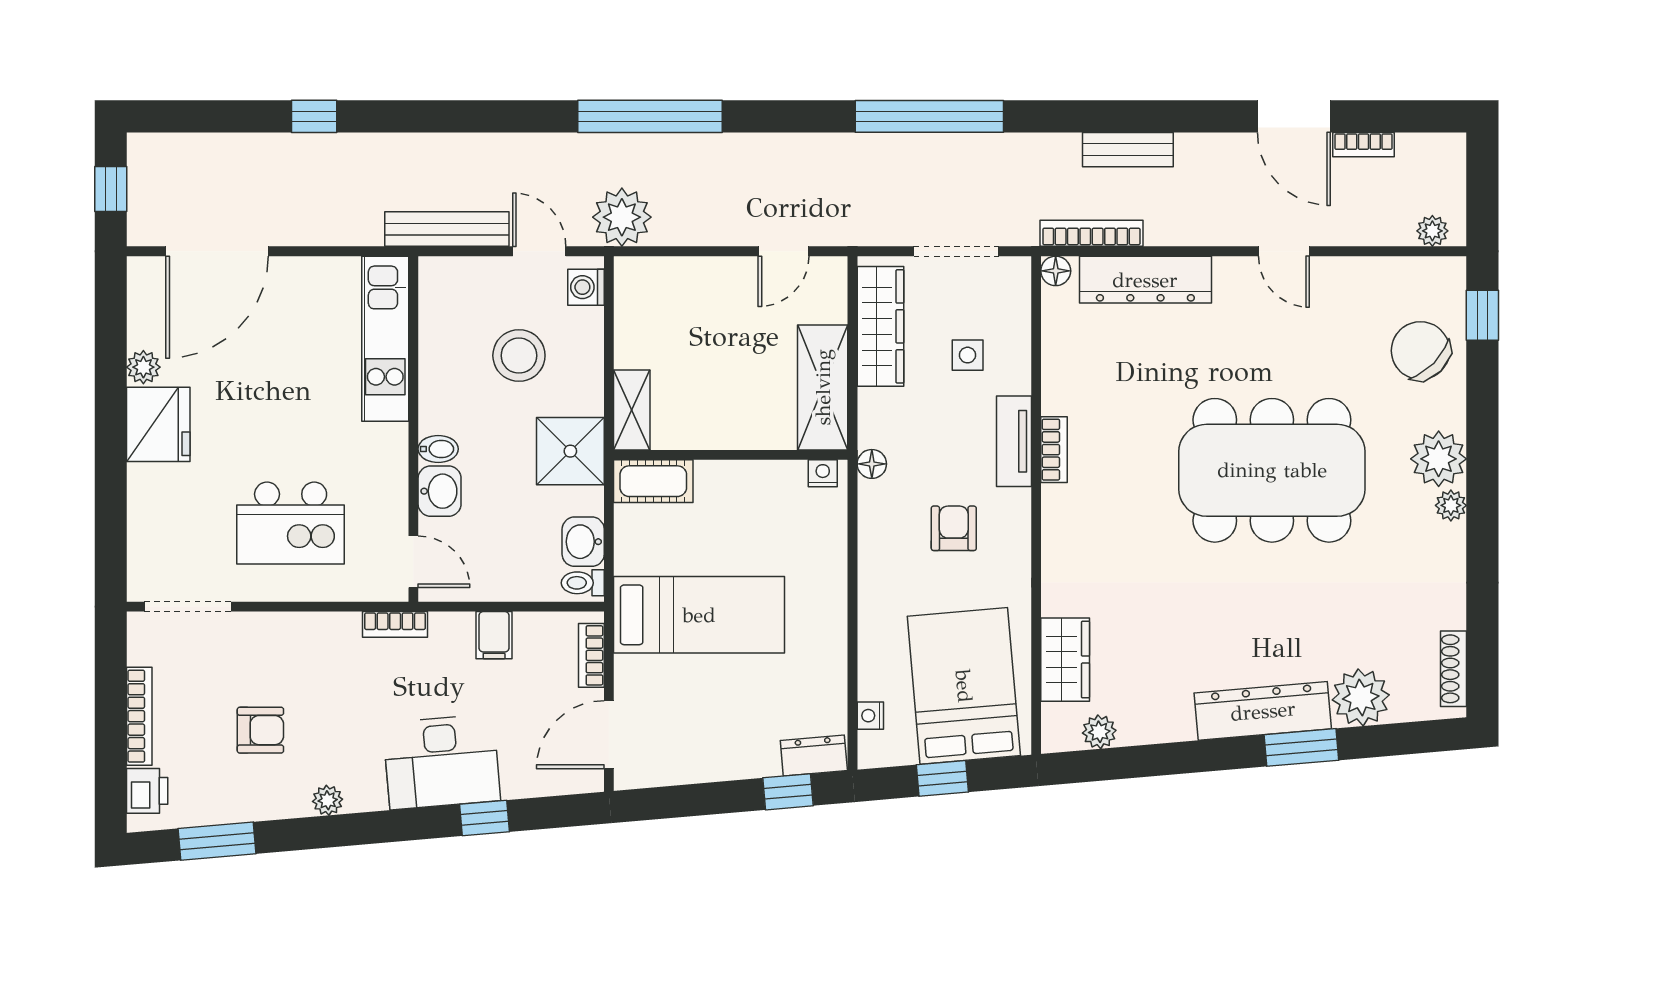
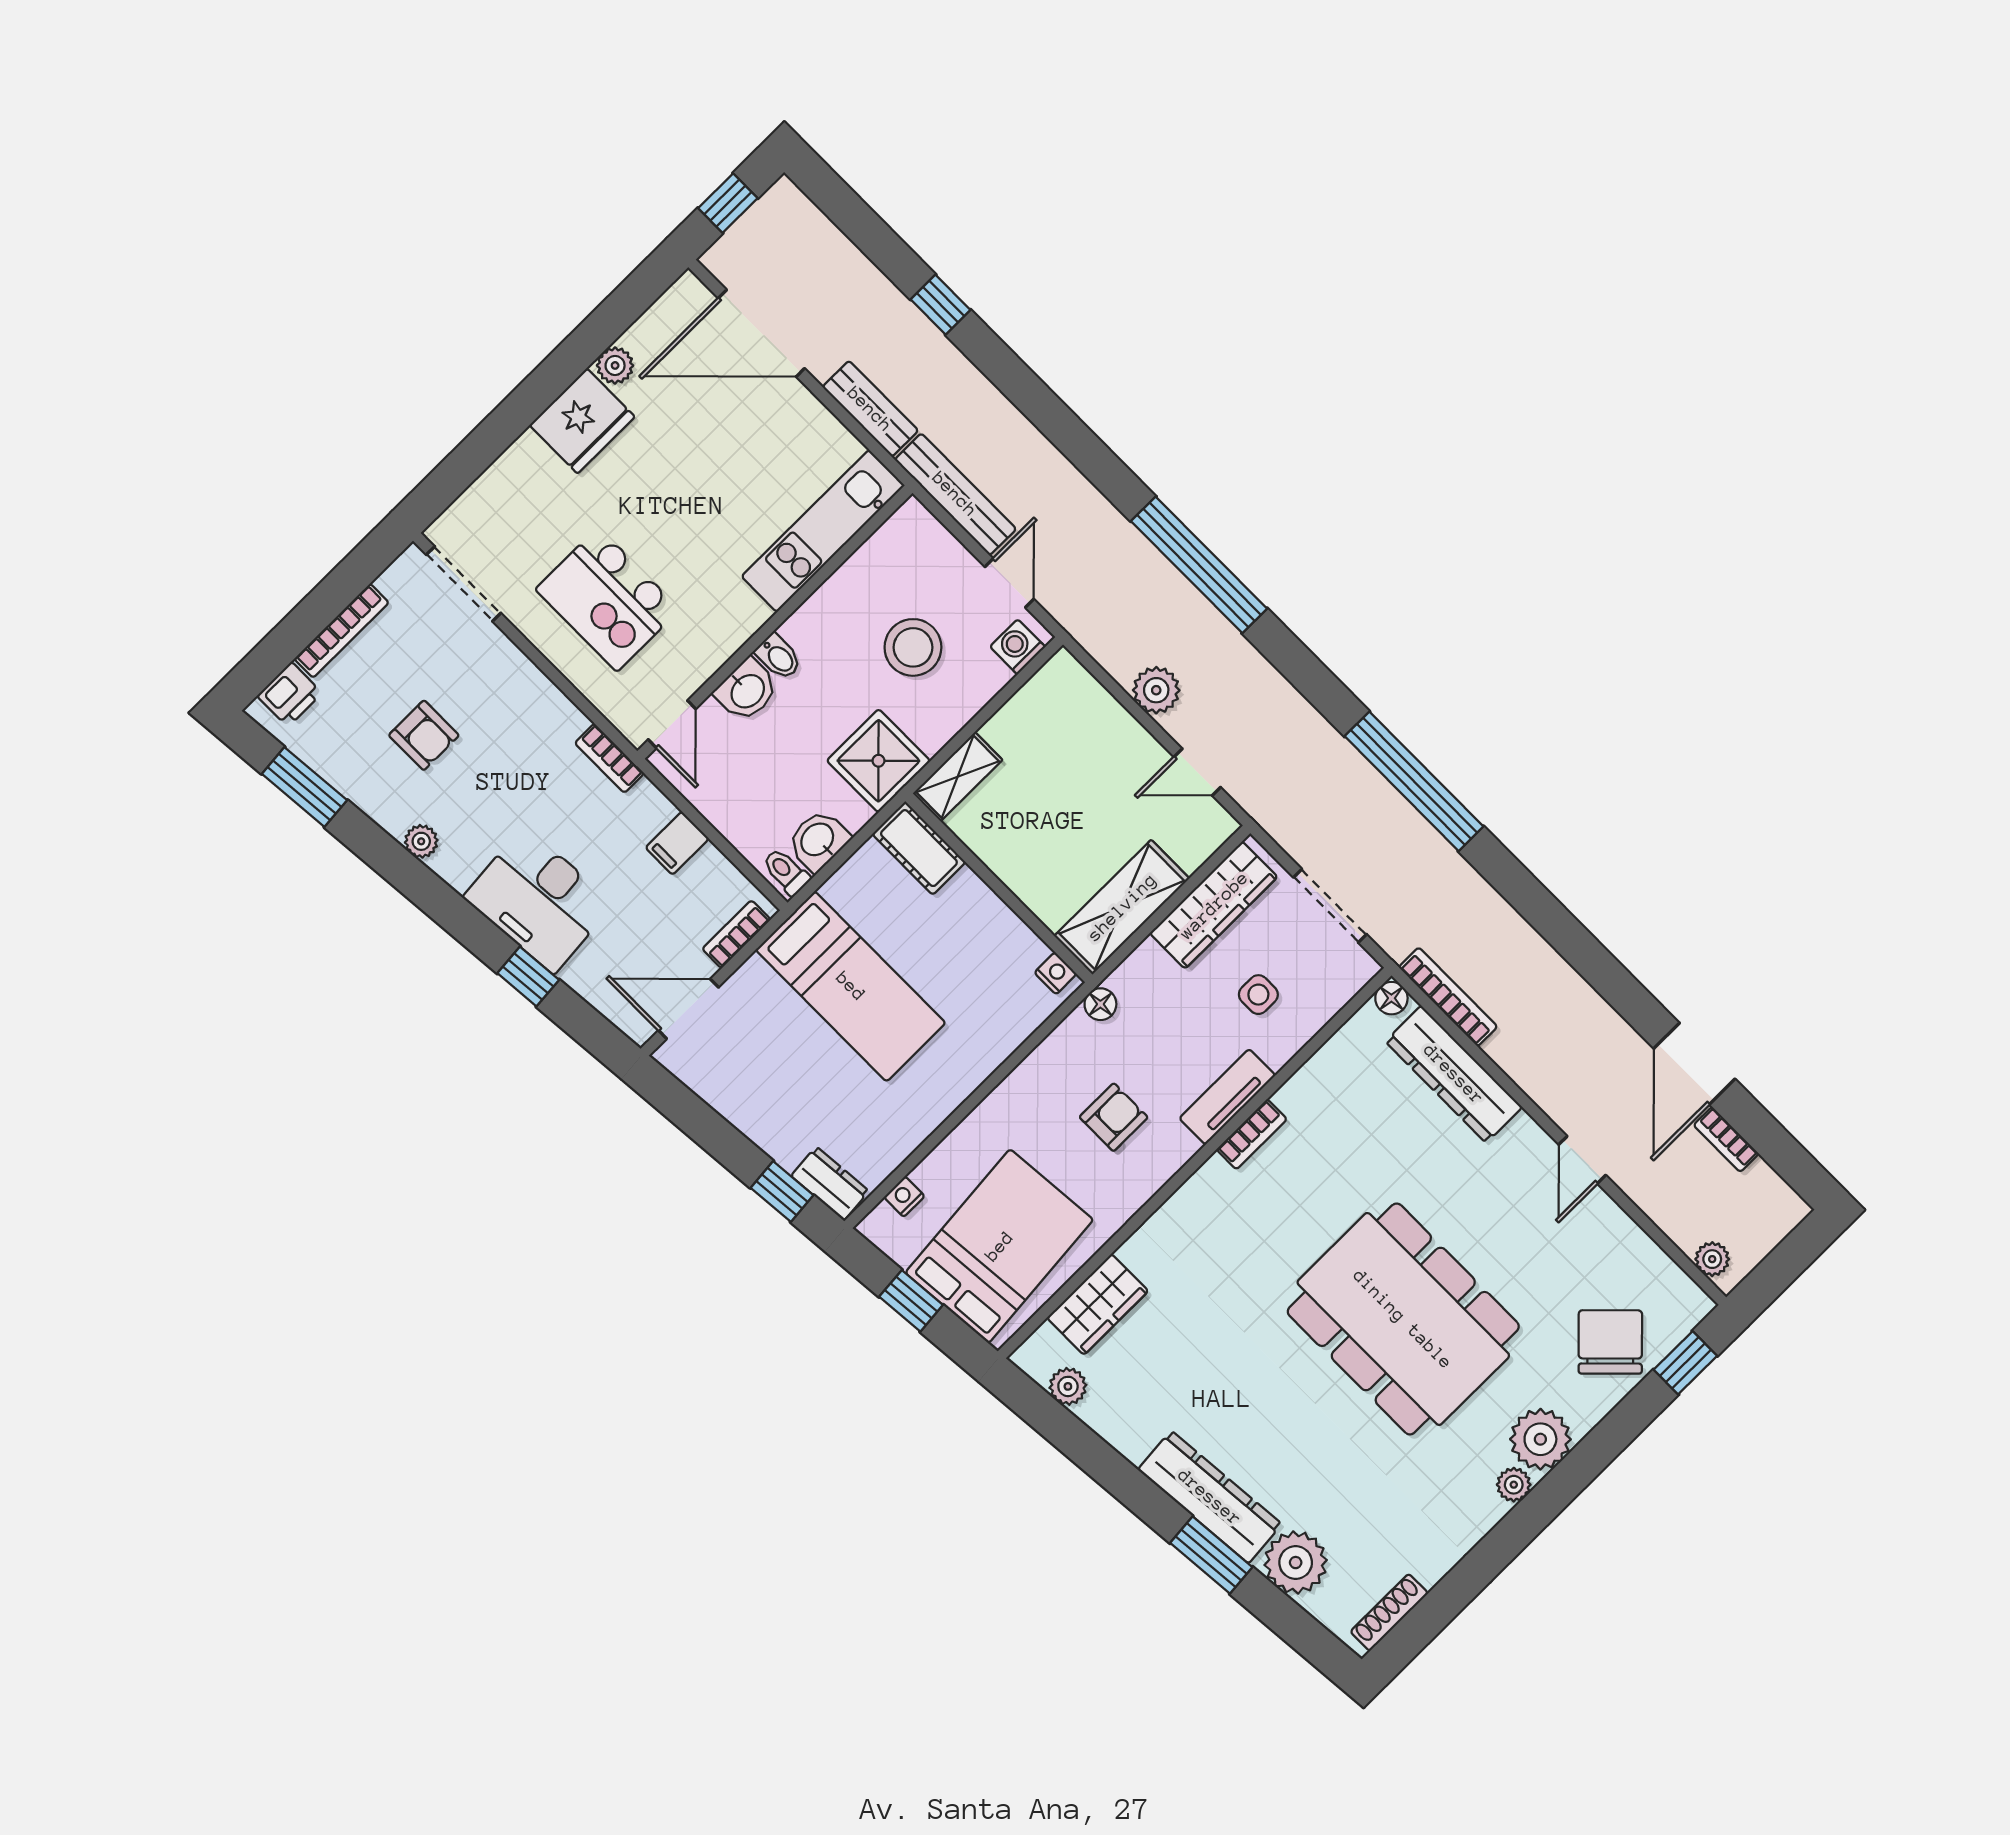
bench: (1128, 150) -> (870, 409), moved
plant: (622, 217) -> (1156, 690), moved, width x0.73, depth x0.73

